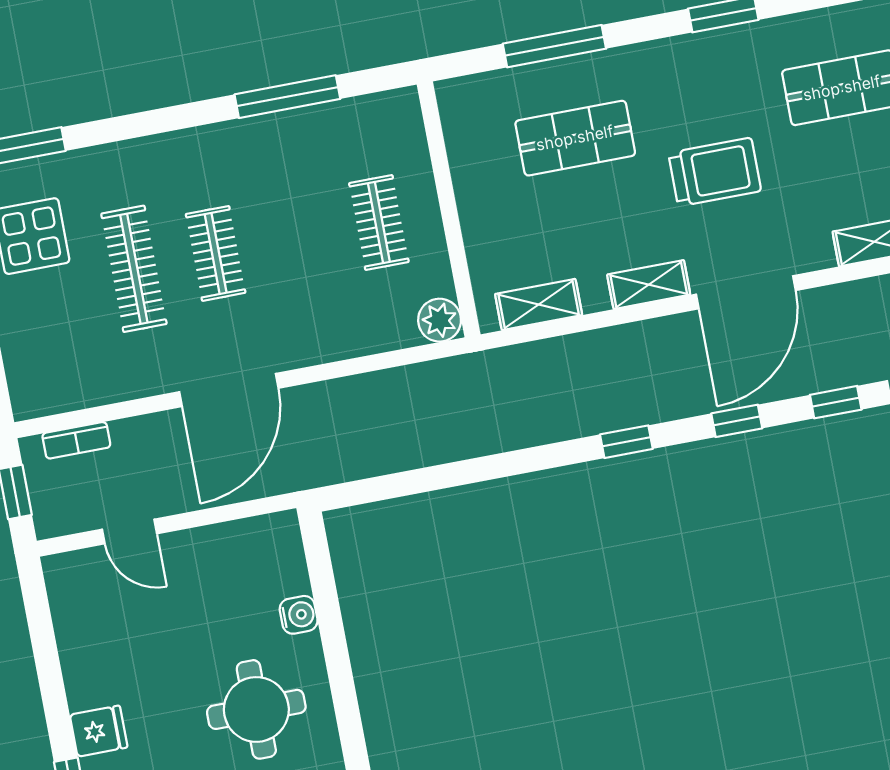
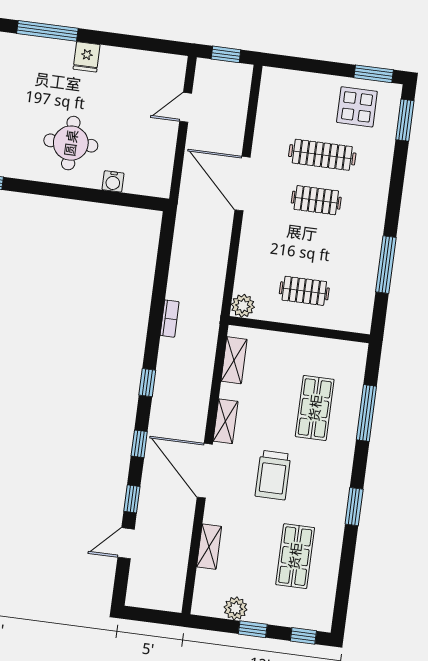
bookcase: (76, 440) -> (170, 319), moved, turned 180

